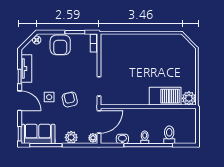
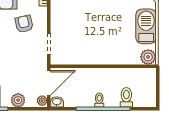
barbecue: (165, 96) -> (146, 26), moved, turned -90
armchair: (70, 99) -> (24, 24), moved
washbasin: (122, 139) -> (57, 102), moved

